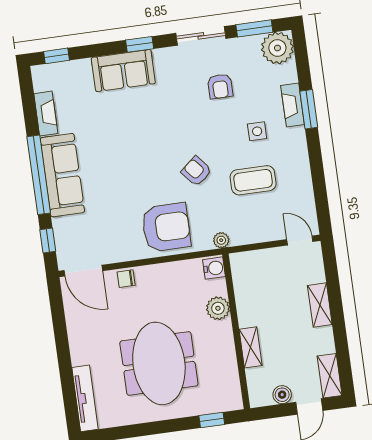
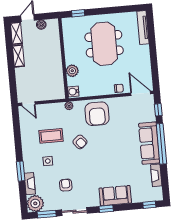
fireplace: (293, 105) -> (30, 184), moved
armchair: (166, 227) -> (97, 114), turned -90
shelving: (320, 305) -> (18, 56), moved
shelving: (251, 347) -> (56, 50), removed

